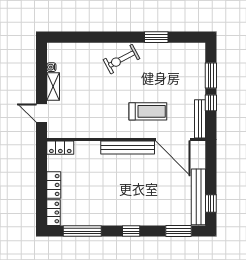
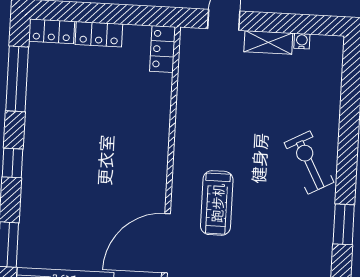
bench: (128, 148) -> (156, 165), removed

